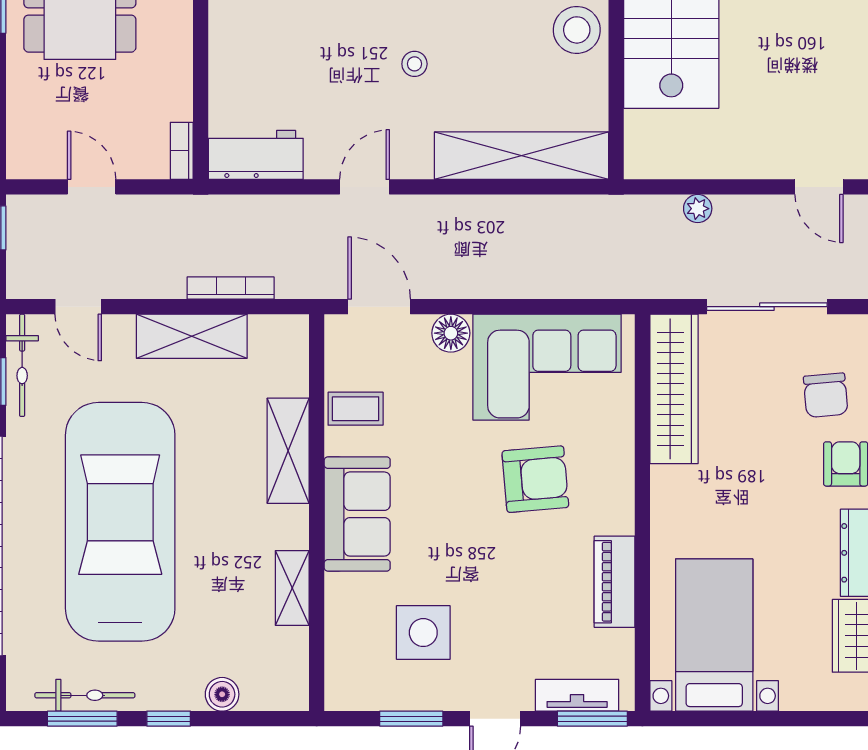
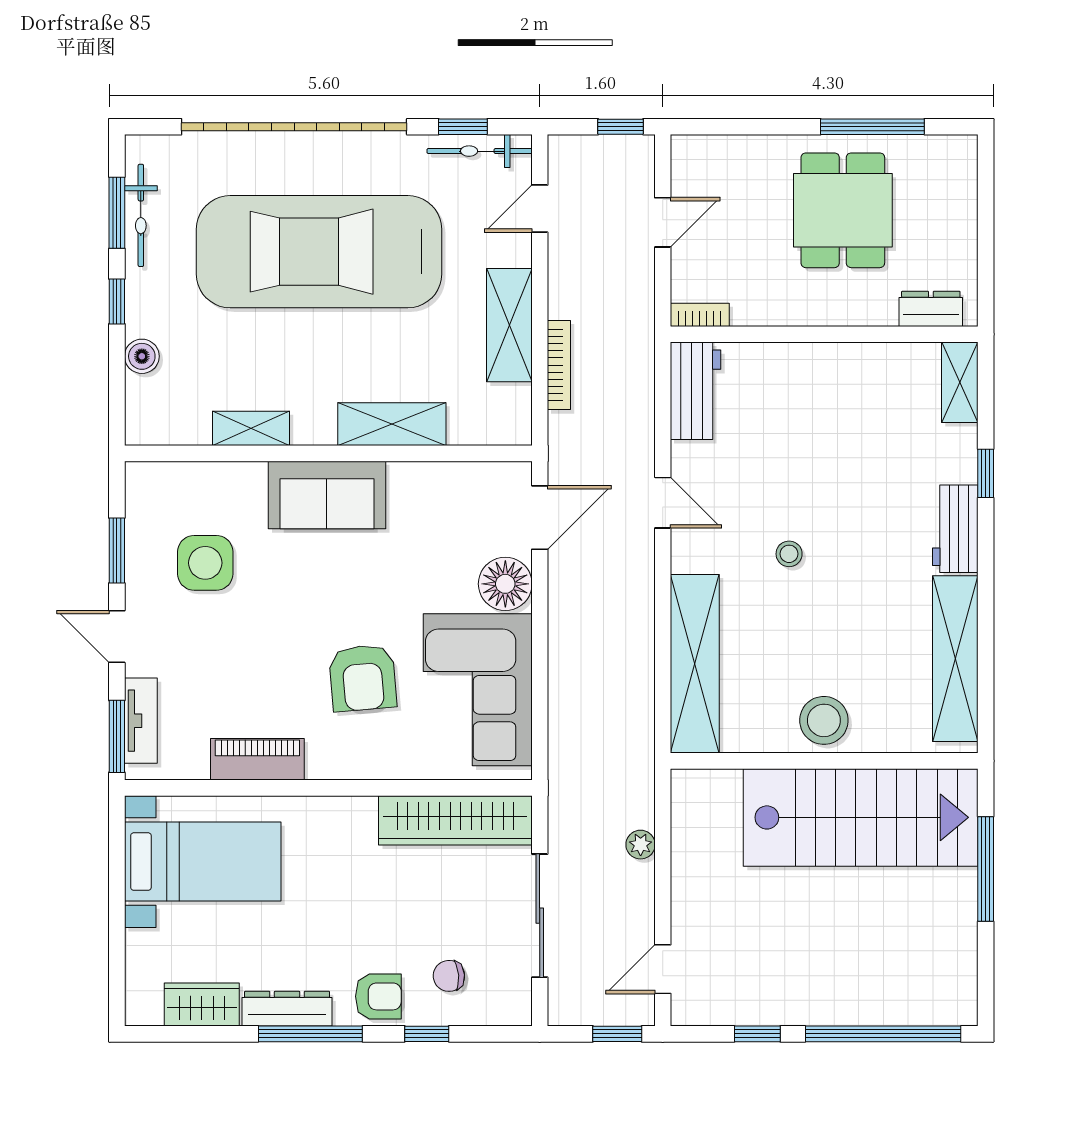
floor lamp: (451, 333) -> (505, 584), width x1.38, depth x1.38
chair: (826, 395) -> (449, 976), width x0.73, depth x0.73
coffee table: (356, 409) -> (435, 493), removed
car: (120, 522) -> (319, 252), turned 180

